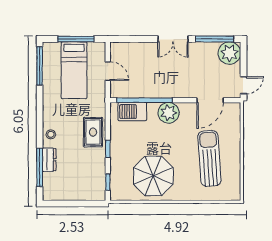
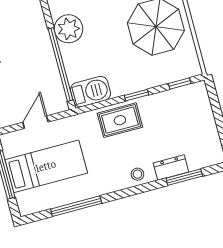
window: (40, 66) -> (76, 206), moved
barbecue: (132, 112) -> (91, 92), moved, turned -90
window: (40, 167) -> (184, 177), width x0.69

